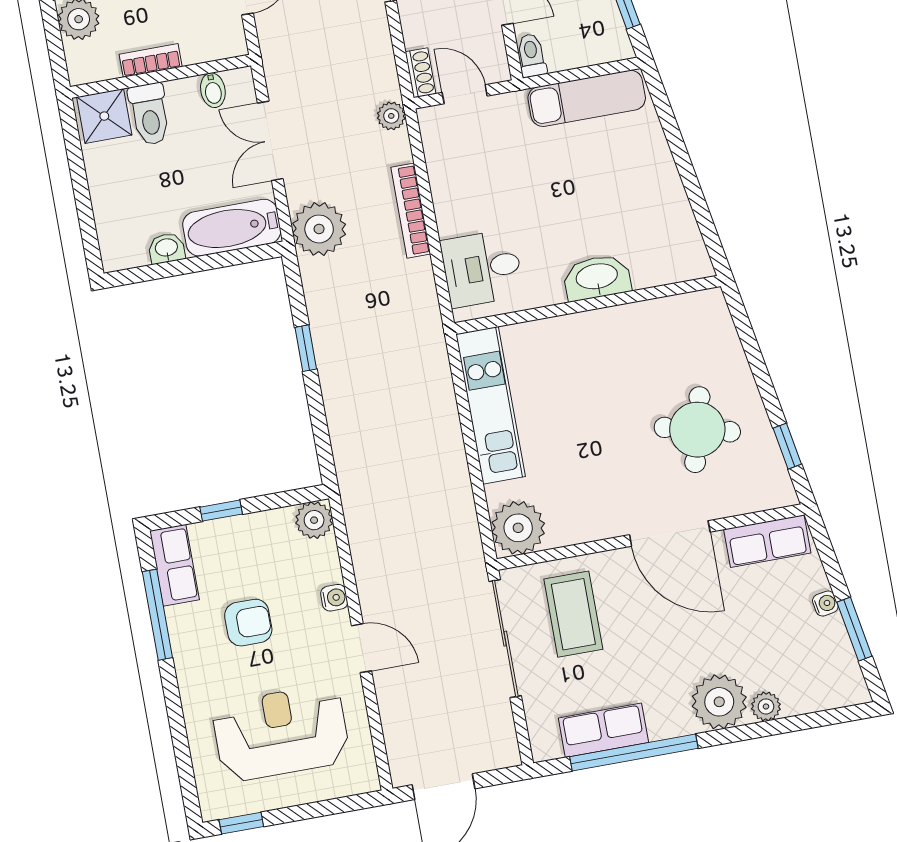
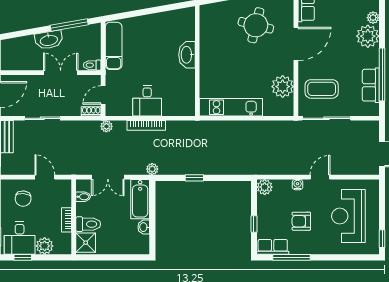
plant: (319, 229) -> (152, 169), width x0.53, depth x0.53
desk: (482, 268) -> (147, 101), moved
plant: (518, 528) -> (283, 87), moved
armchair: (248, 623) -> (301, 221), turned -90

